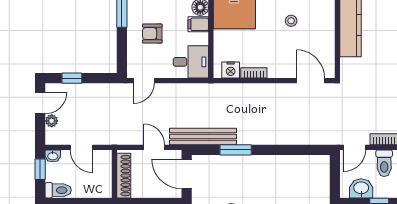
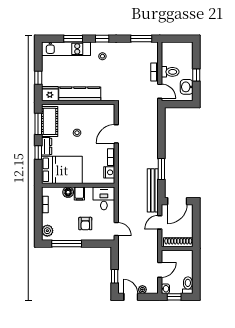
door: (311, 81) -> (116, 134), moved

